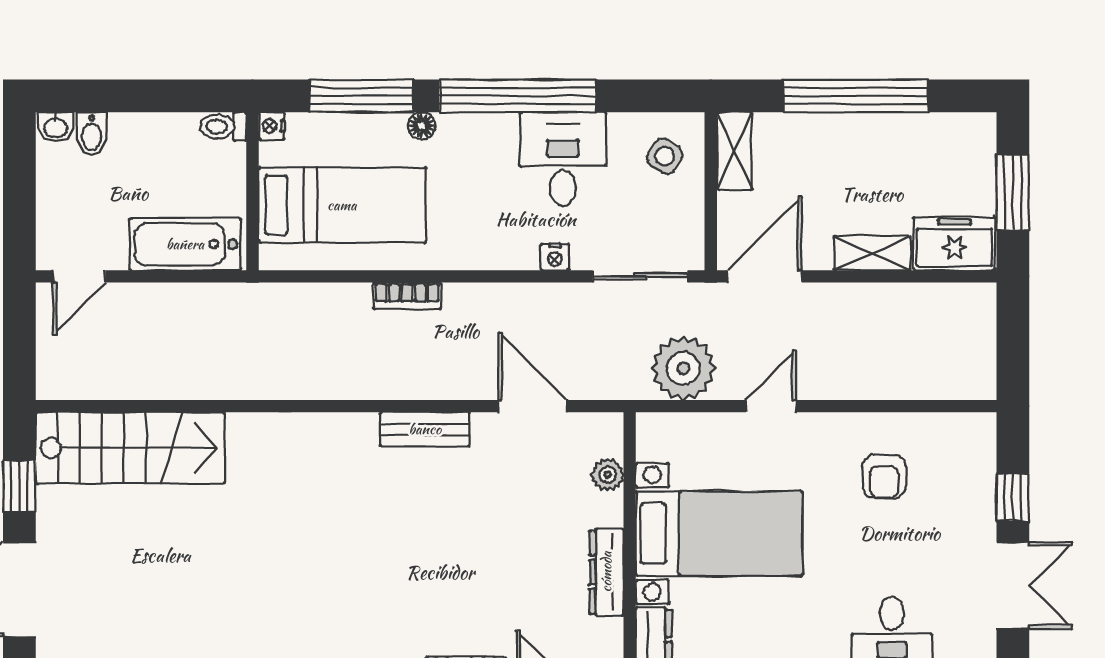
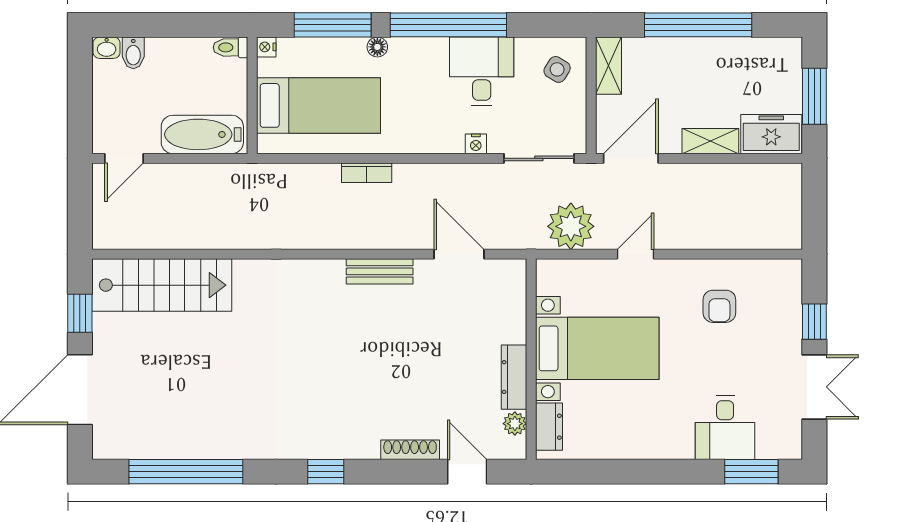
plant: (608, 475) -> (515, 424), moved

